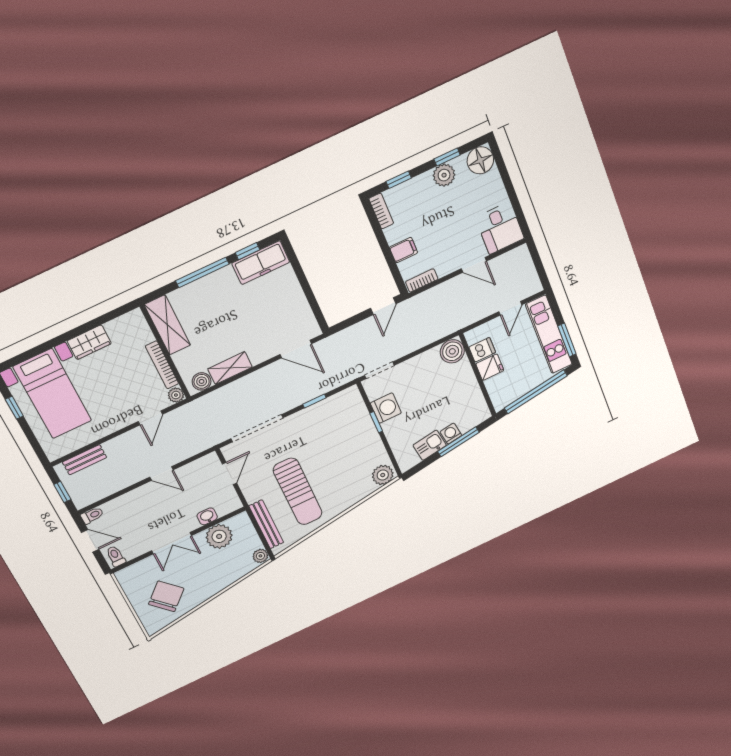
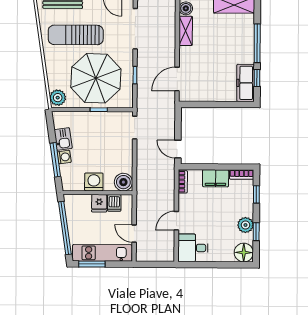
filing cabinet: (403, 250) -> (216, 178), width x2.00
washing machine: (386, 408) -> (94, 182), moved, turned 180
parasol: (339, 444) -> (96, 78), added

